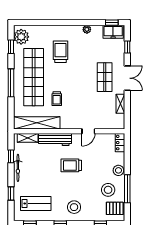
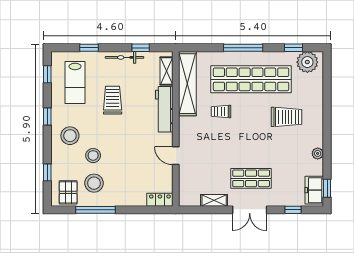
trolley: (71, 165) -> (113, 100), moved
stool: (118, 170) -> (93, 155), moved

